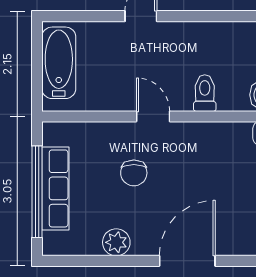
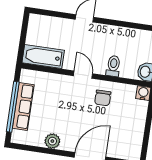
bathtub: (59, 63) -> (43, 57), moved, turned -90
chair: (134, 173) -> (103, 98), moved

